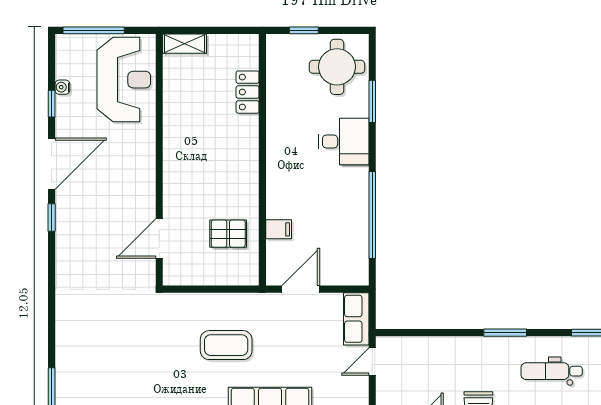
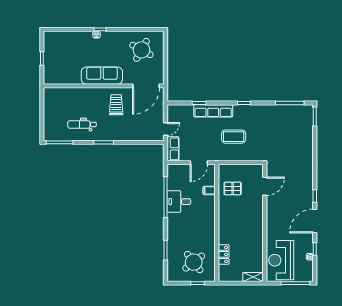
round table: (337, 67) -> (194, 262), moved, turned -38
desk: (344, 142) -> (179, 202), moved
dental chair: (552, 371) -> (82, 124), turned 180

